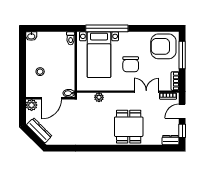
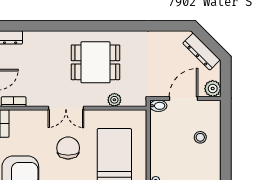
double door: (146, 92) -> (66, 108), moved
dining table: (129, 127) -> (95, 62), moved, turned 90

